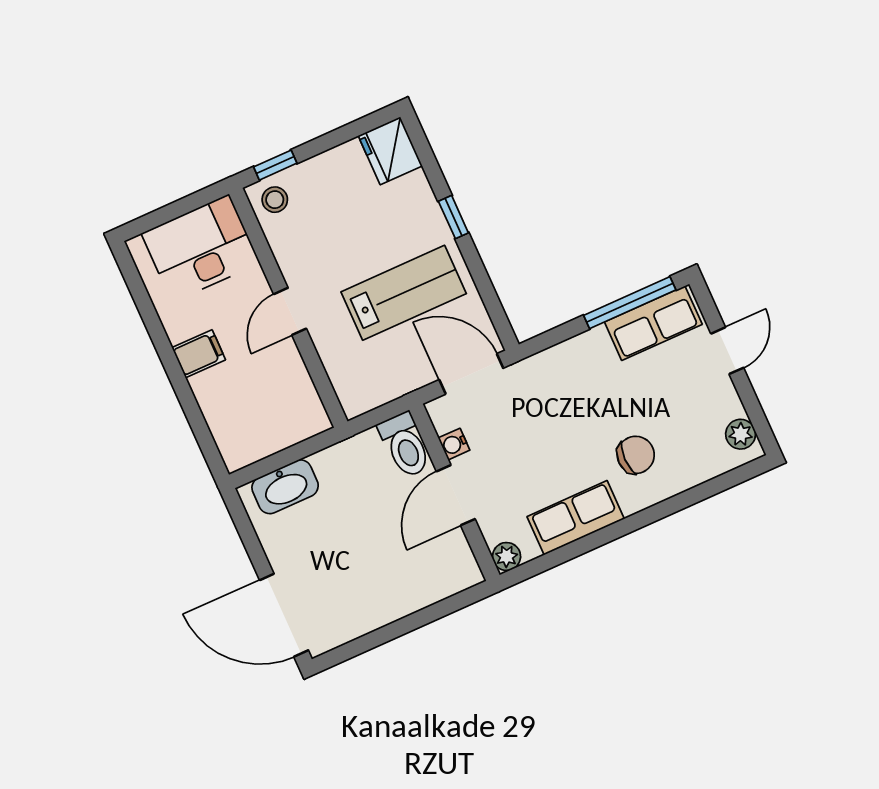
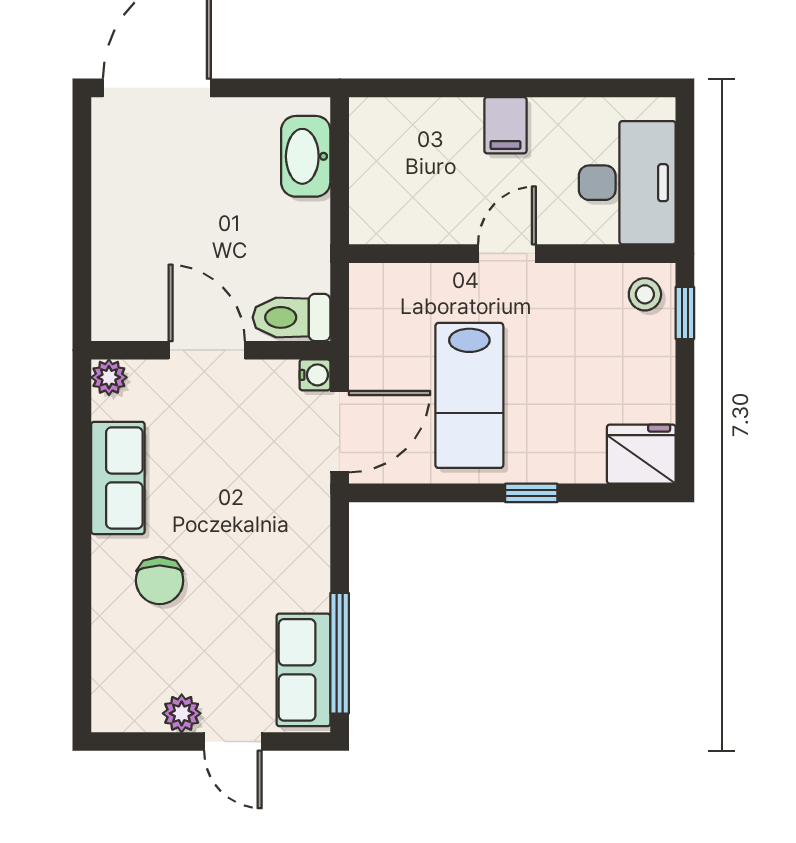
door: (290, 311) -> (507, 254), hinge flipped
plant: (741, 434) -> (182, 713), moved
water cooler: (454, 444) -> (315, 375), moved, turned 90

